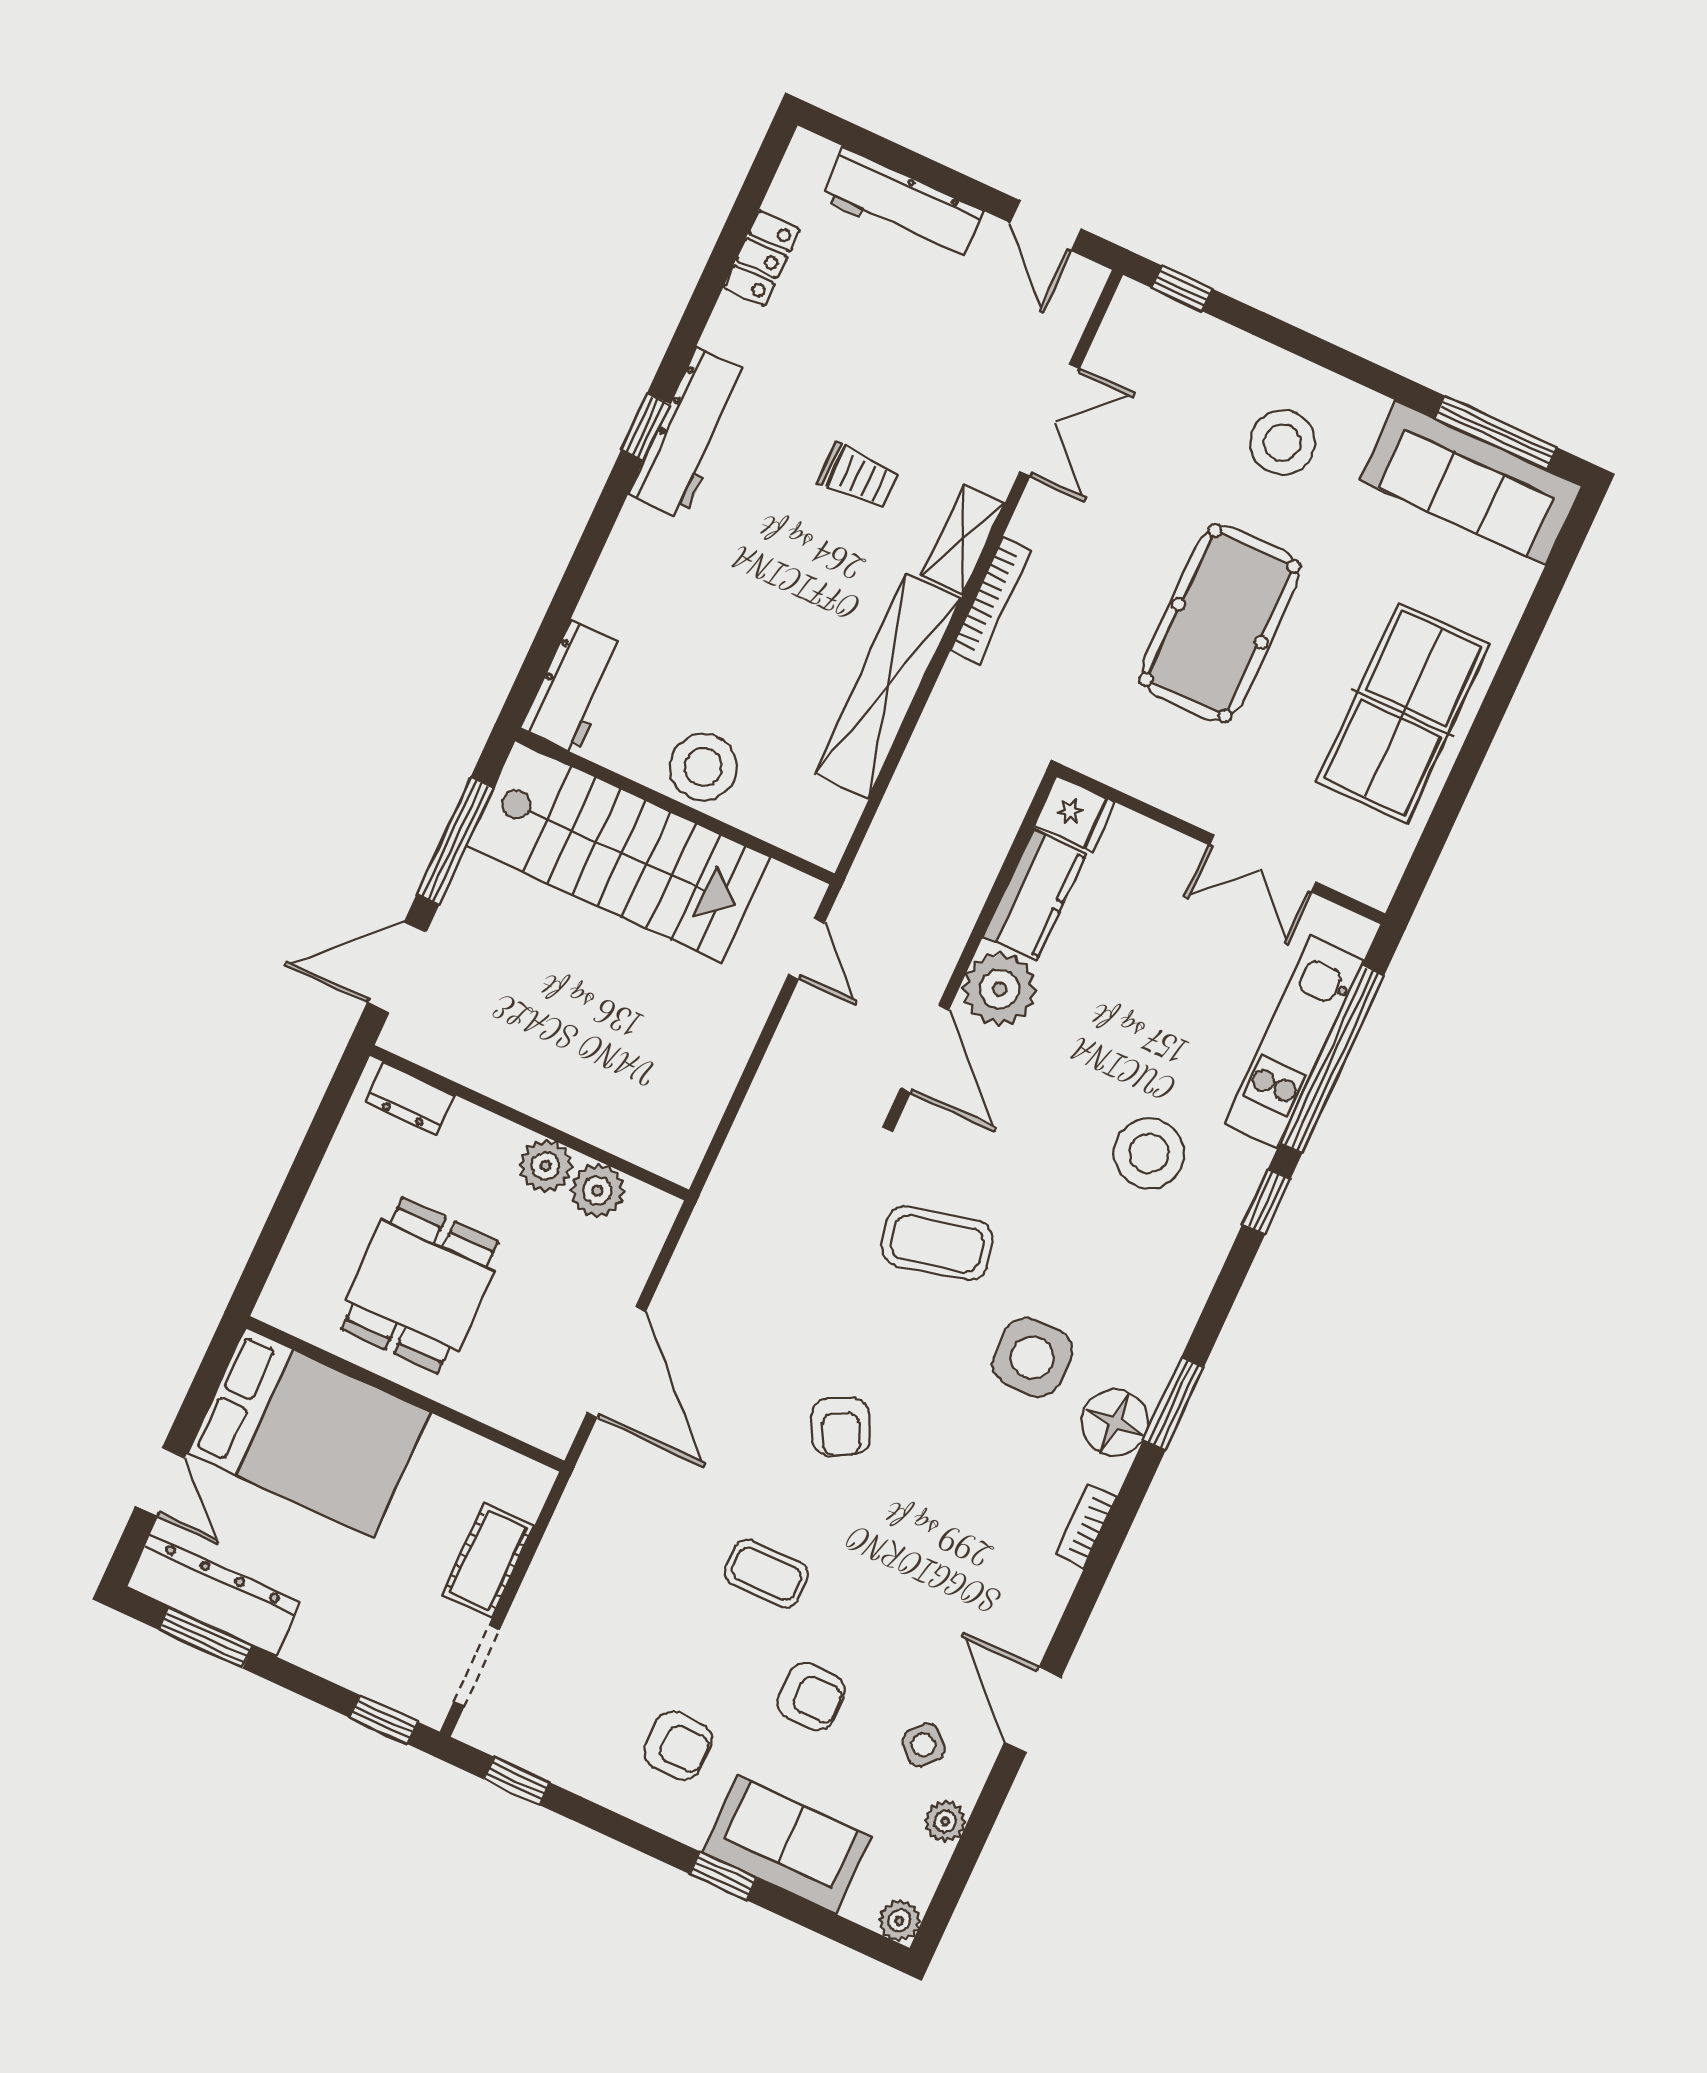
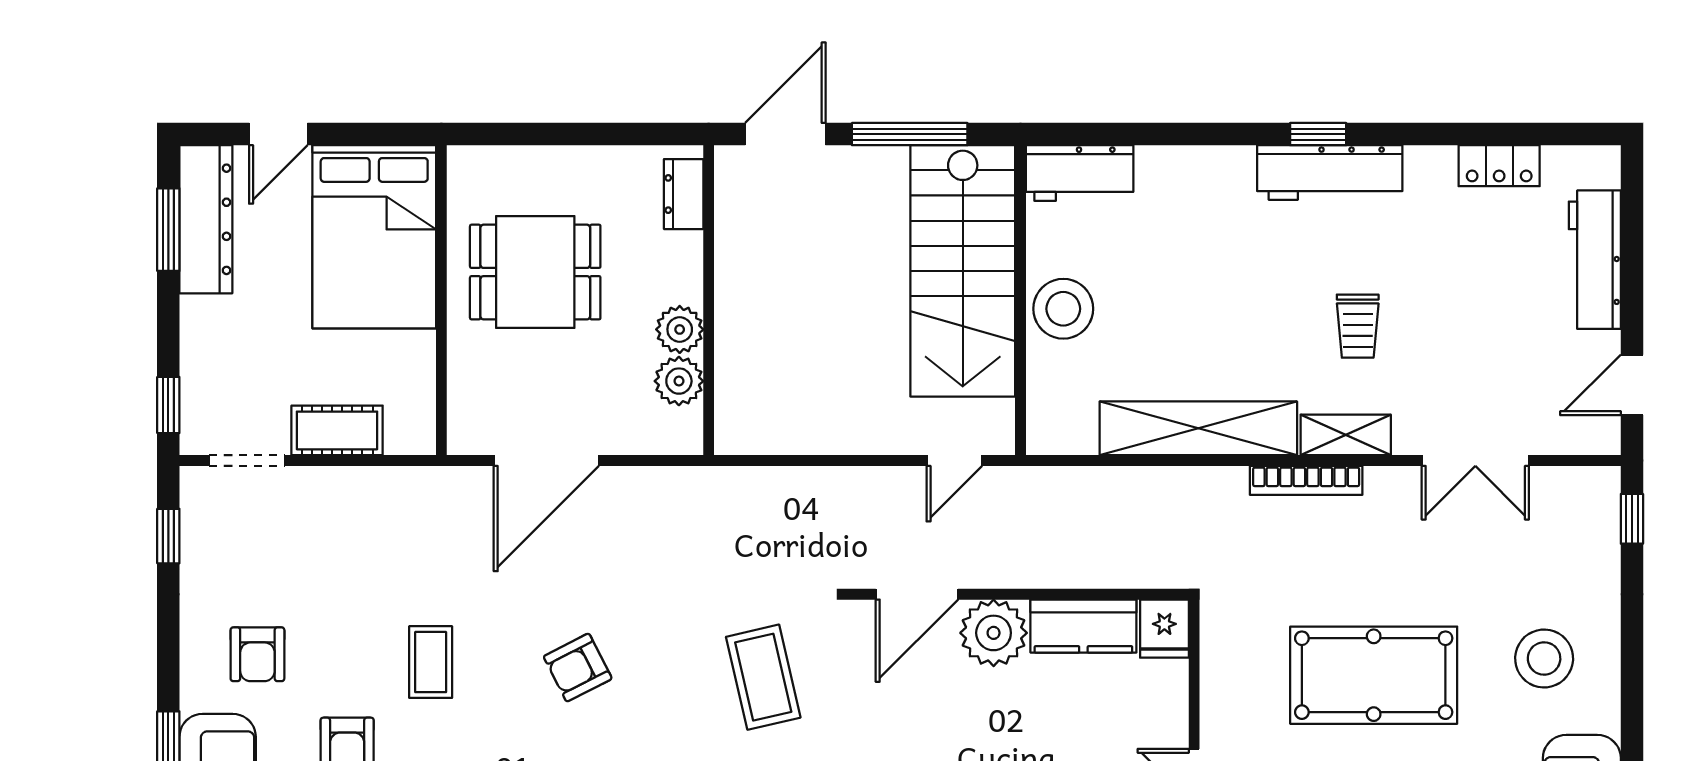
door: (397, 967) -> (785, 134), hinge flipped

